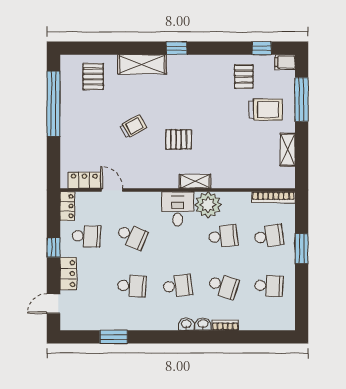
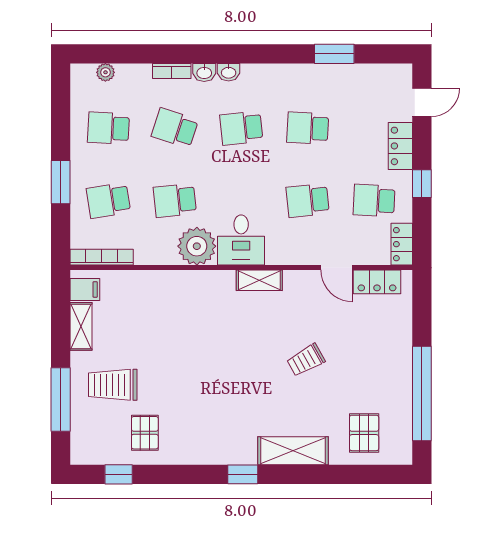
filing cabinet: (285, 62) -> (85, 289), moved
pallet: (179, 139) -> (240, 341), removed
shelving: (195, 181) -> (259, 280), moved
school desk: (132, 236) -> (308, 200), turned -30
plant: (271, 324) -> (105, 72), added

